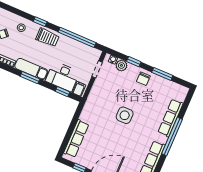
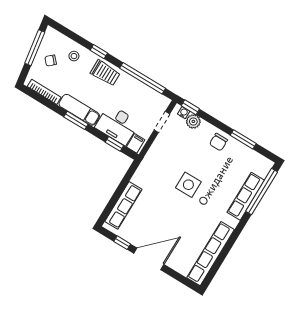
window: (134, 62) -> (190, 107), moved
window: (172, 137) -> (262, 192), moved

